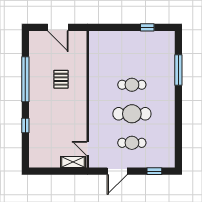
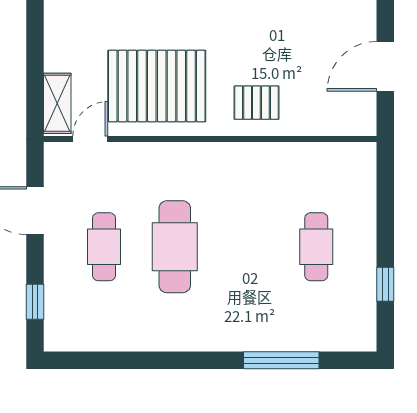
pallet: (61, 79) -> (256, 103), moved
cafe table: (132, 85) -> (316, 247), moved
pallet: (66, 121) -> (157, 86), added

